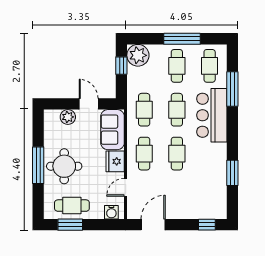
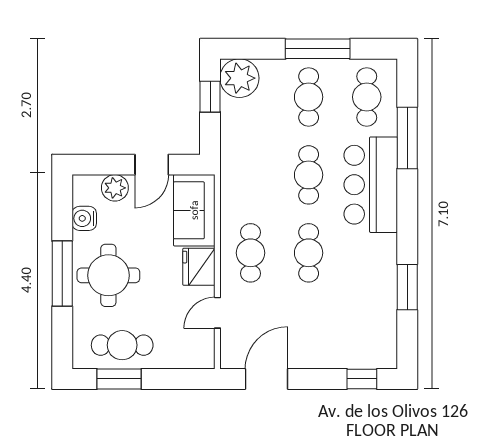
door: (89, 104) -> (152, 165), swing flipped
cafe table: (144, 110) -> (250, 175), removed
water cooler: (111, 212) -> (84, 218), moved, turned 90

